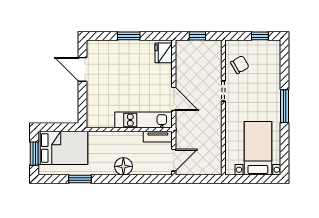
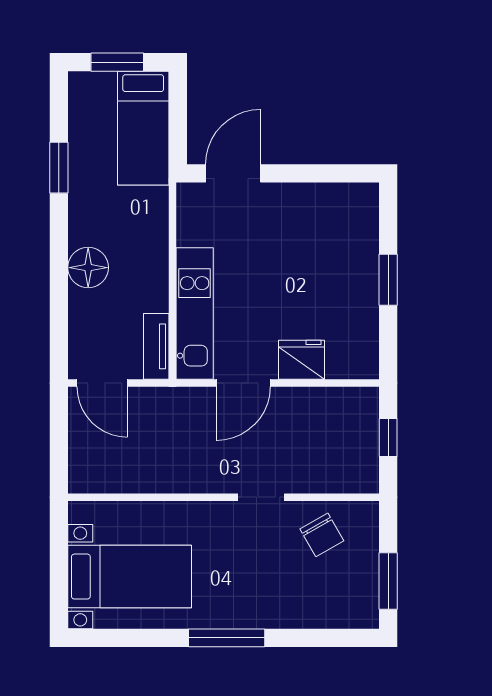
window: (260, 36) -> (388, 581), width x1.50
fridge: (164, 53) -> (302, 360), moved
door: (83, 69) -> (233, 173), moved
bed: (63, 148) -> (143, 128), width x0.67

